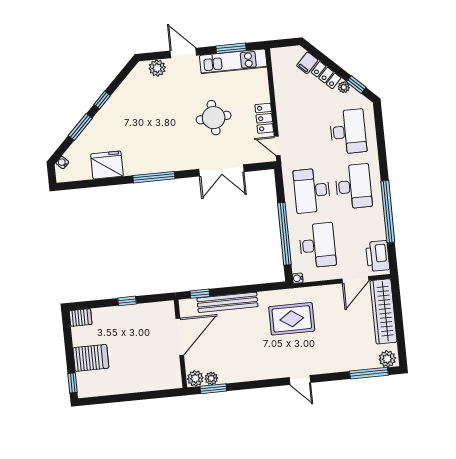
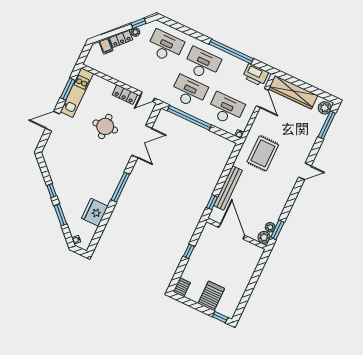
plant: (157, 68) -> (52, 143), removed
desk: (312, 191) -> (189, 92), turned 180
window: (284, 234) -> (189, 118), moved

